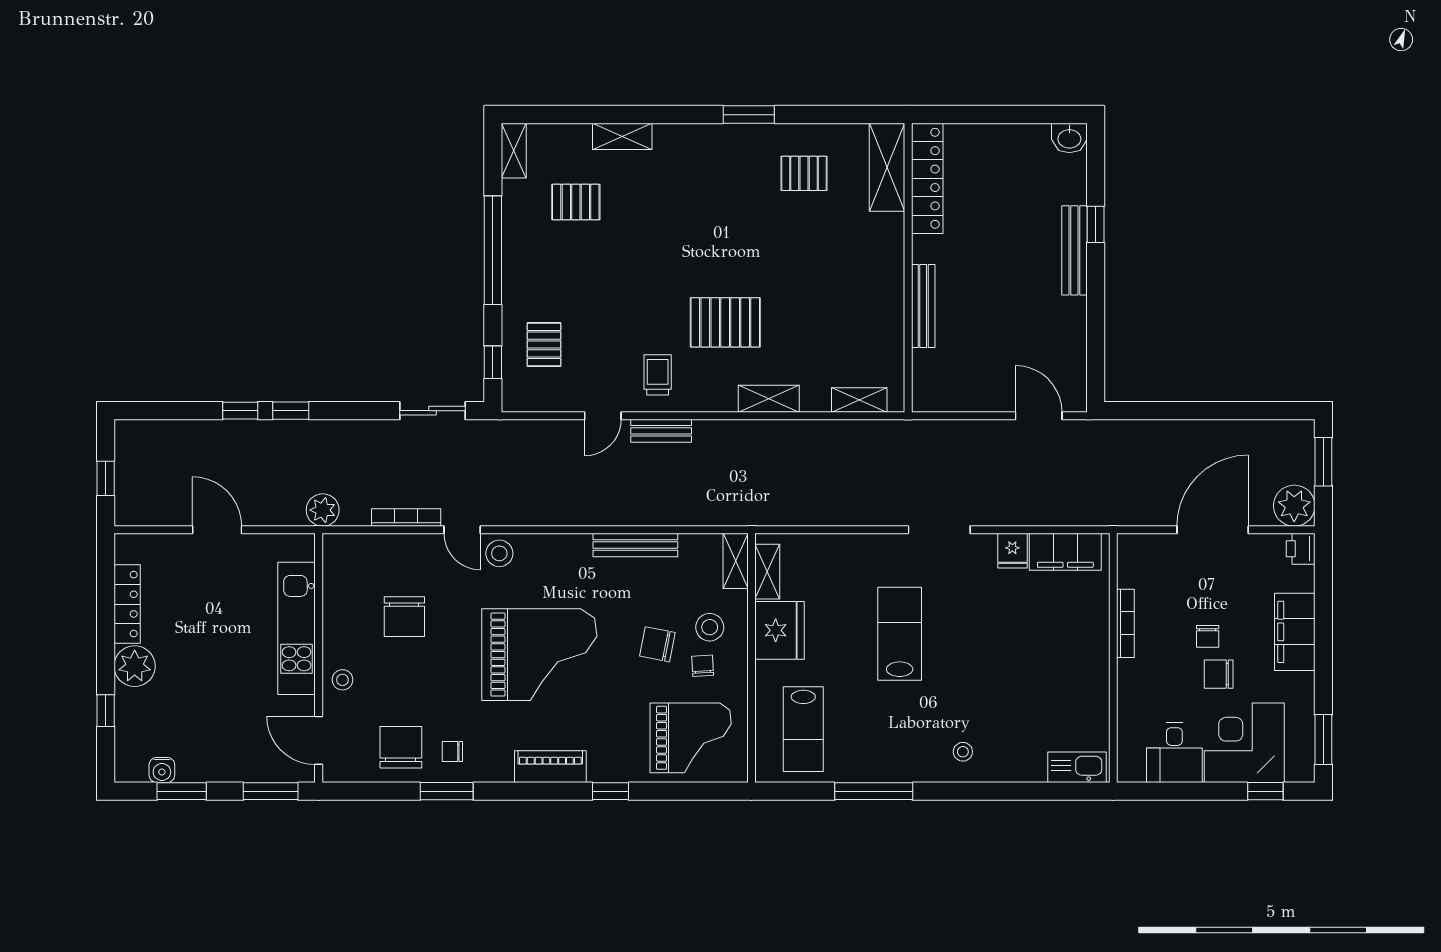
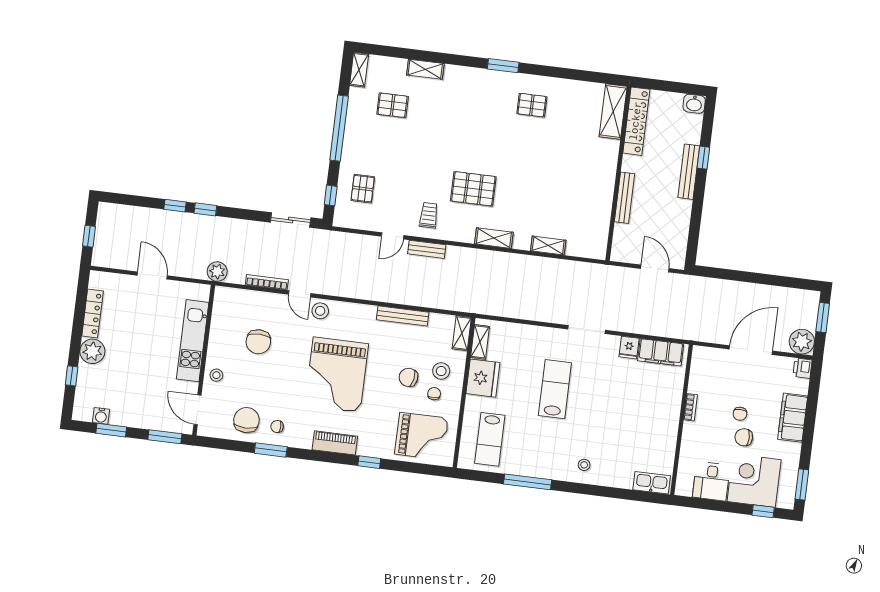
shelving: (887, 167) -> (613, 112), moved
locker: (927, 178) -> (636, 121), moved
wall: (908, 268) -> (618, 174), moved
bench: (923, 306) -> (624, 198), moved
bookcase: (1125, 623) -> (691, 407), width x0.64
grand piano: (539, 655) -> (337, 375), turned 90

